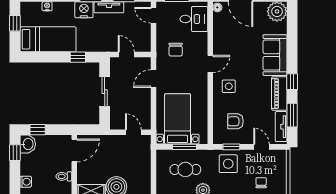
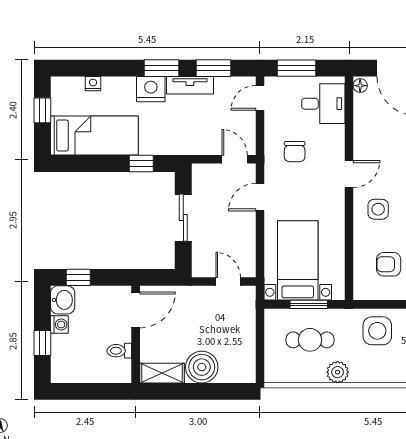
door: (153, 15) -> (260, 98), hinge flipped
door: (126, 54) -> (235, 159), moved
window: (231, 147) -> (382, 304), removed
window: (15, 153) -> (42, 343), moved
washing machine: (26, 182) -> (59, 324), moved

